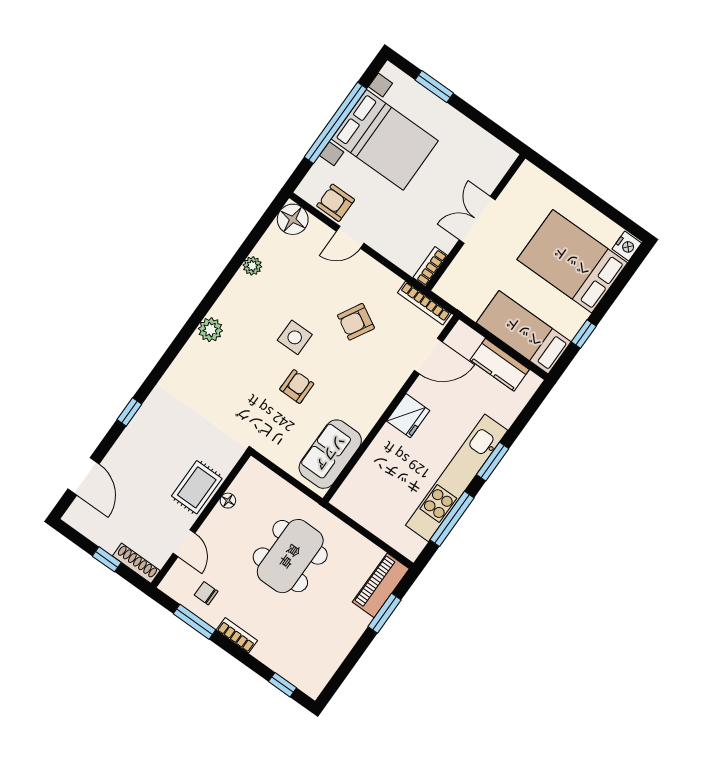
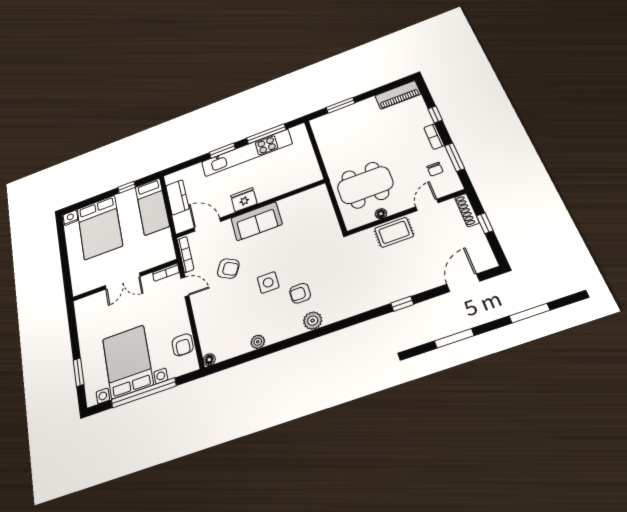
floor lamp: (293, 219) -> (209, 360), width x0.53, depth x0.53
door: (350, 237) -> (185, 287), moved
armchair: (297, 387) -> (300, 293), moved
sofa: (330, 454) -> (257, 221), moved
dining table: (290, 556) -> (365, 185), moved
piano: (381, 585) -> (398, 95), moved
window: (283, 685) -> (435, 115), moved

